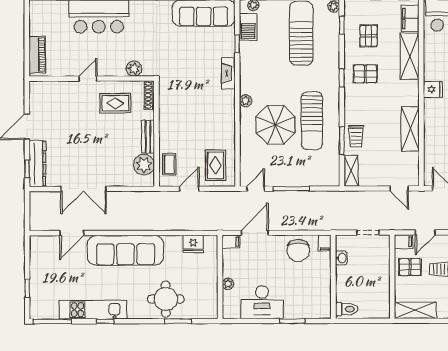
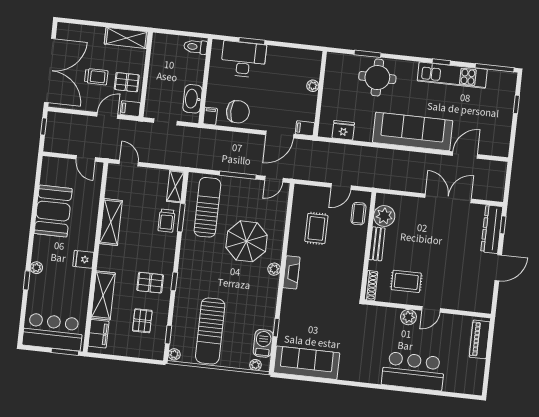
plant: (134, 69) -> (408, 317), moved
fireplace: (228, 73) -> (291, 272), moved
sun lounger: (312, 121) -> (207, 207), moved
trolley: (356, 136) -> (166, 221), turned 180
rug: (216, 165) -> (316, 228), moved
chair: (298, 250) -> (238, 112), turned 90
washbasin: (341, 258) -> (193, 99), width x1.91, depth x1.45
desk: (262, 302) -> (244, 59), moved

